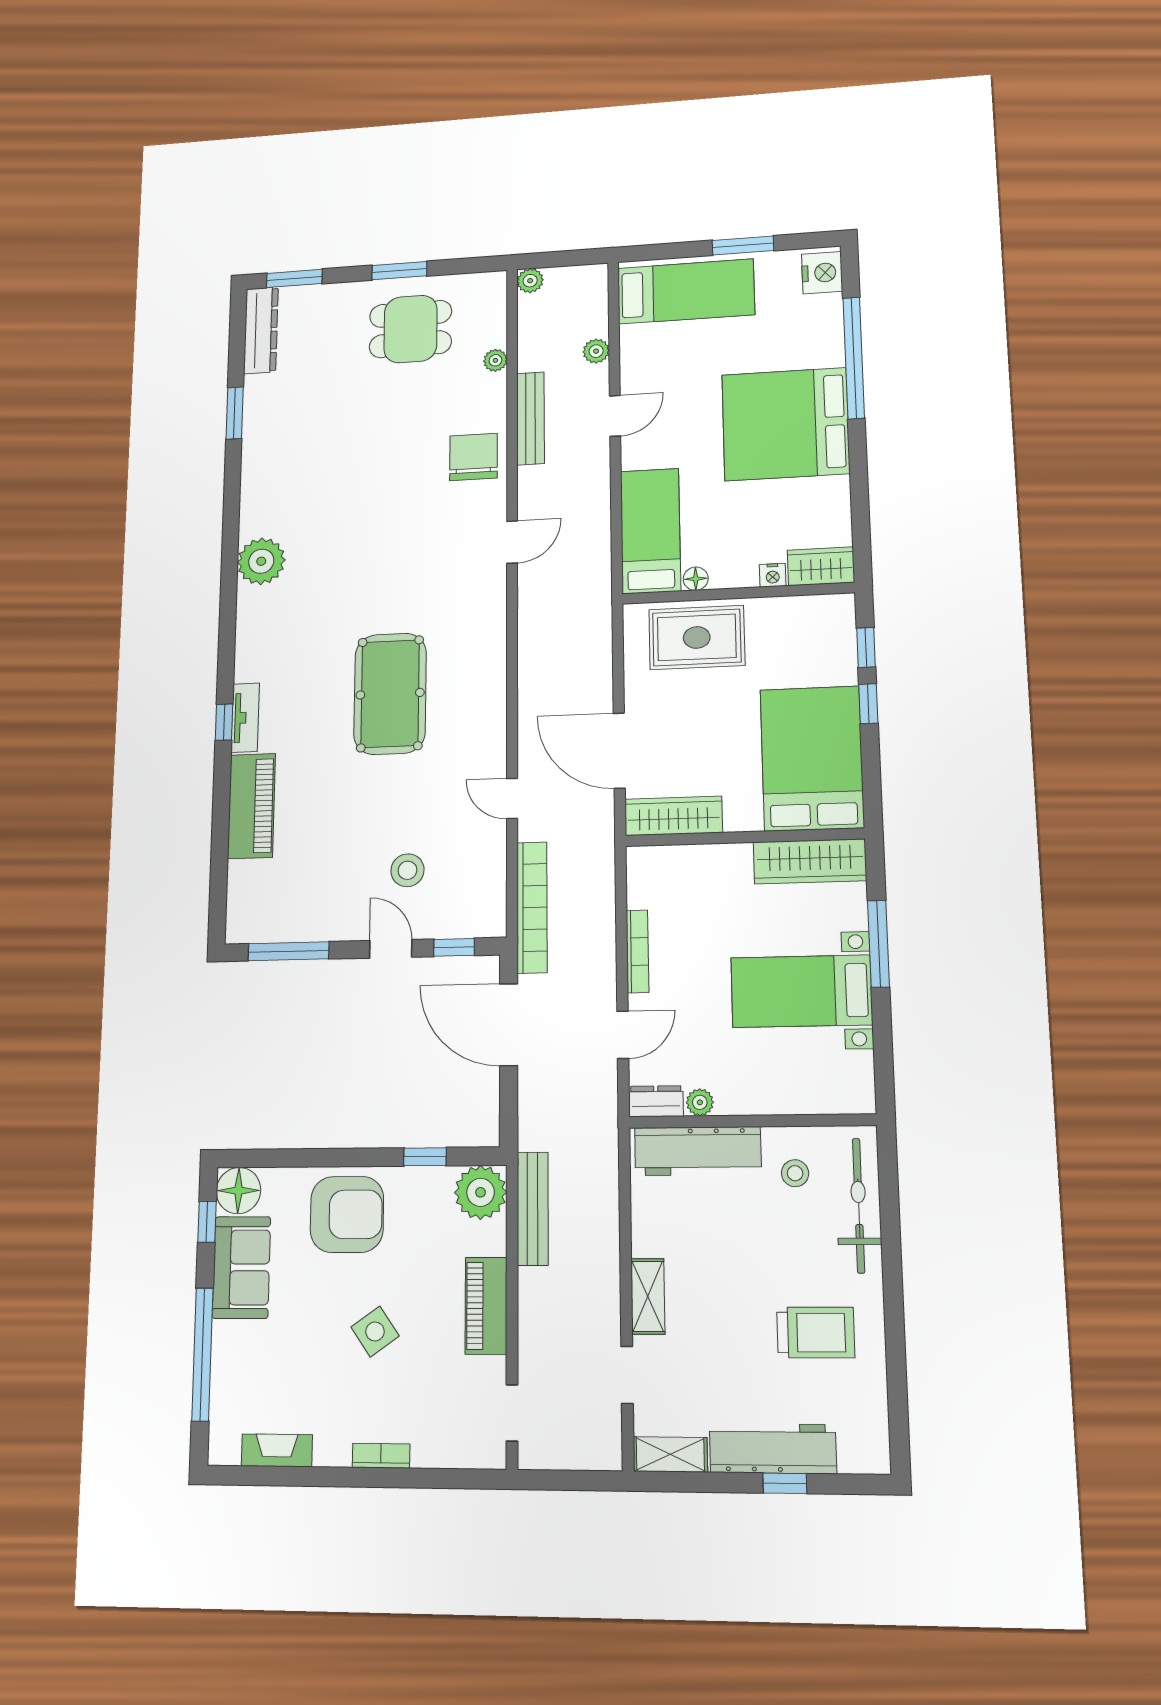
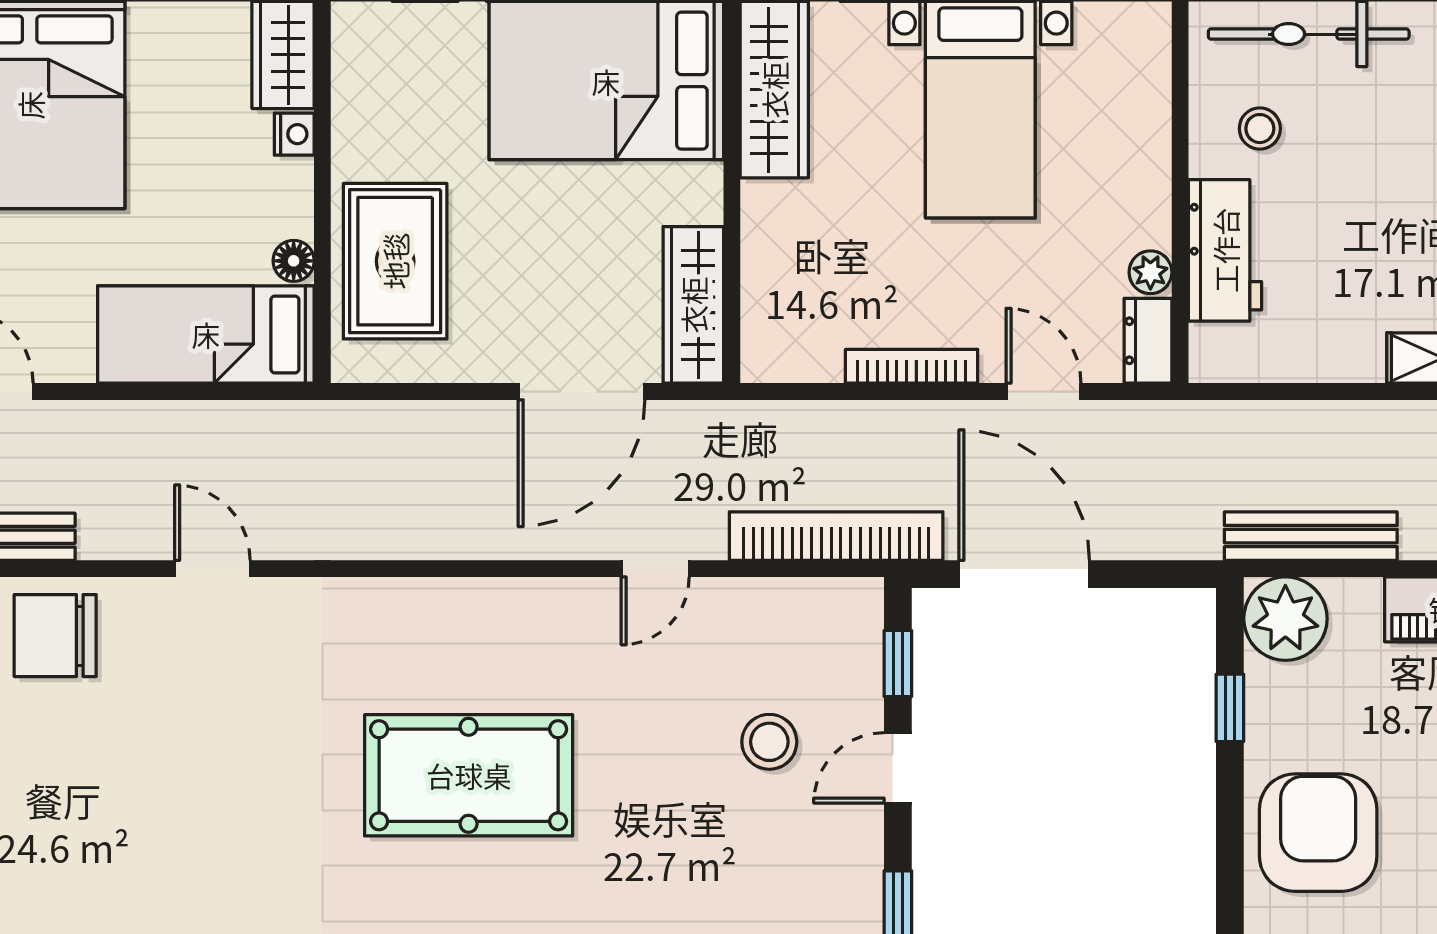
door: (509, 1025) -> (1024, 574), swing flipped
workbench: (698, 1151) -> (1225, 250), width x0.73

